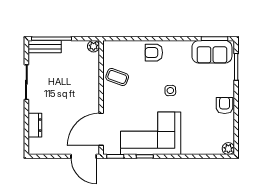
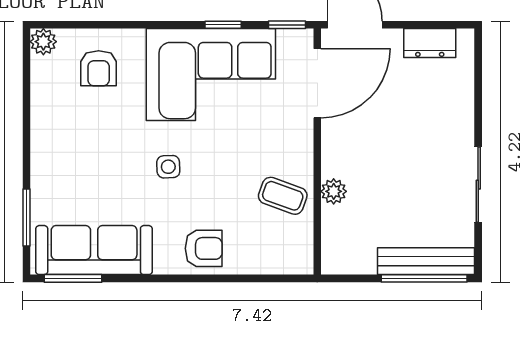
plant: (94, 46) -> (334, 191), moved
bench: (45, 47) -> (426, 261), width x1.36
sofa: (212, 52) -> (94, 250), width x1.36
armchair: (225, 105) -> (99, 68), moved
dresser: (35, 125) -> (430, 43), moved, turned -90

